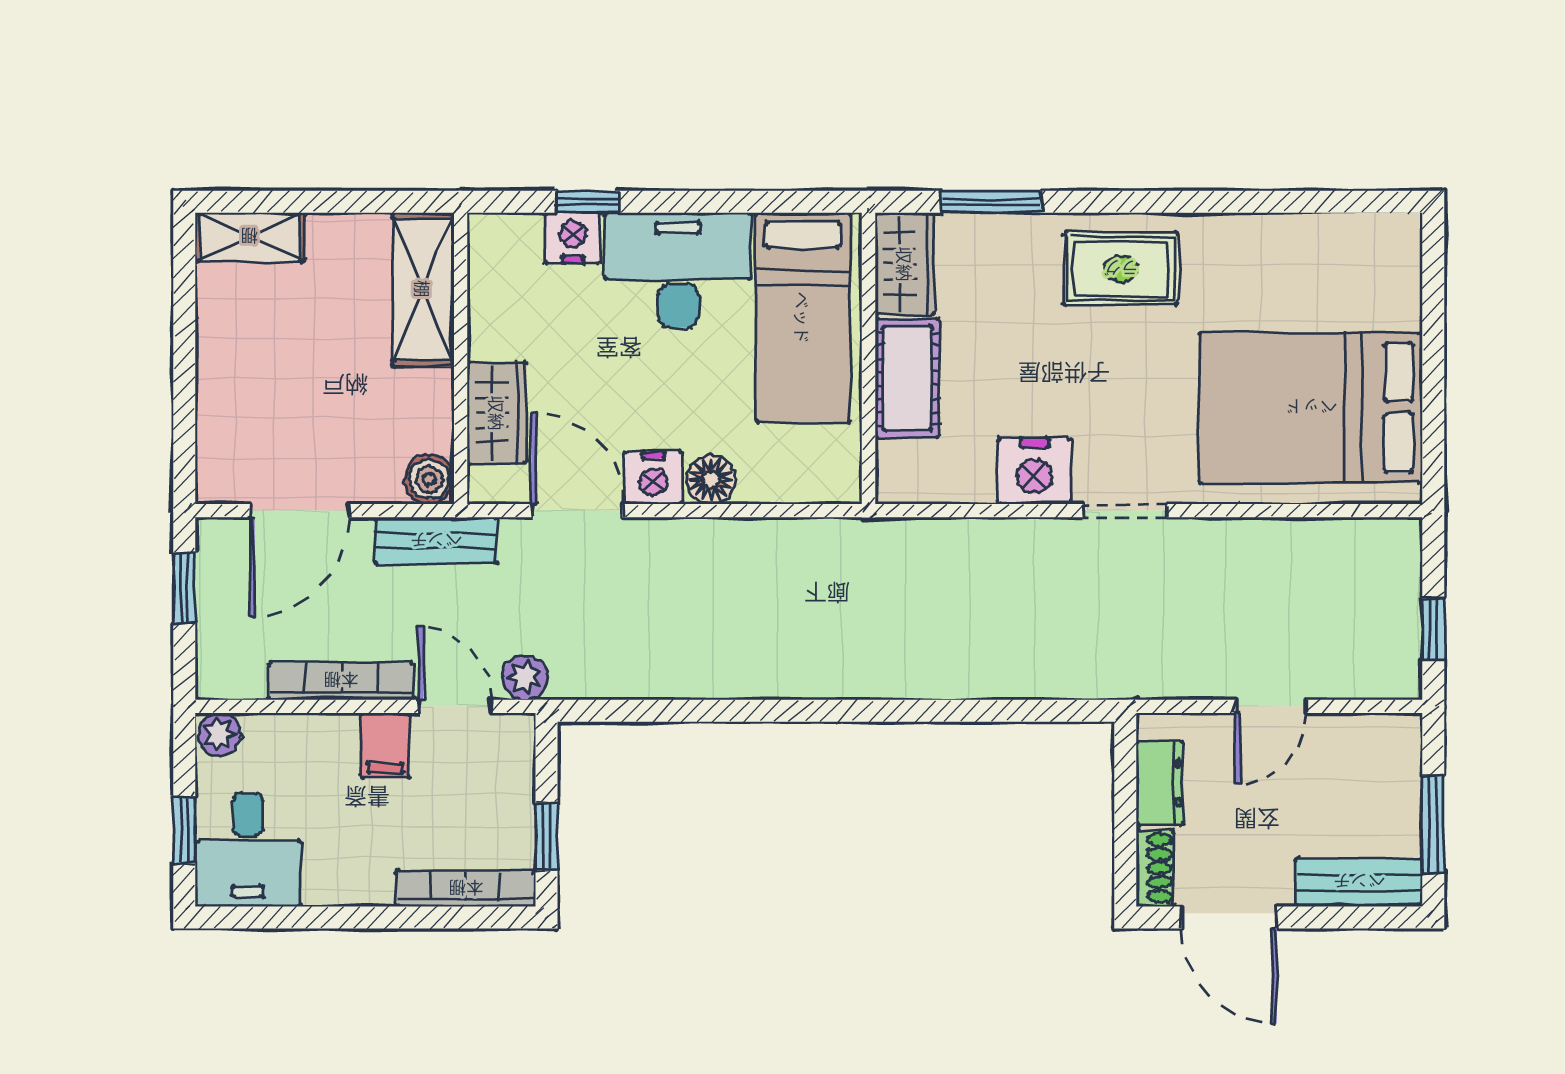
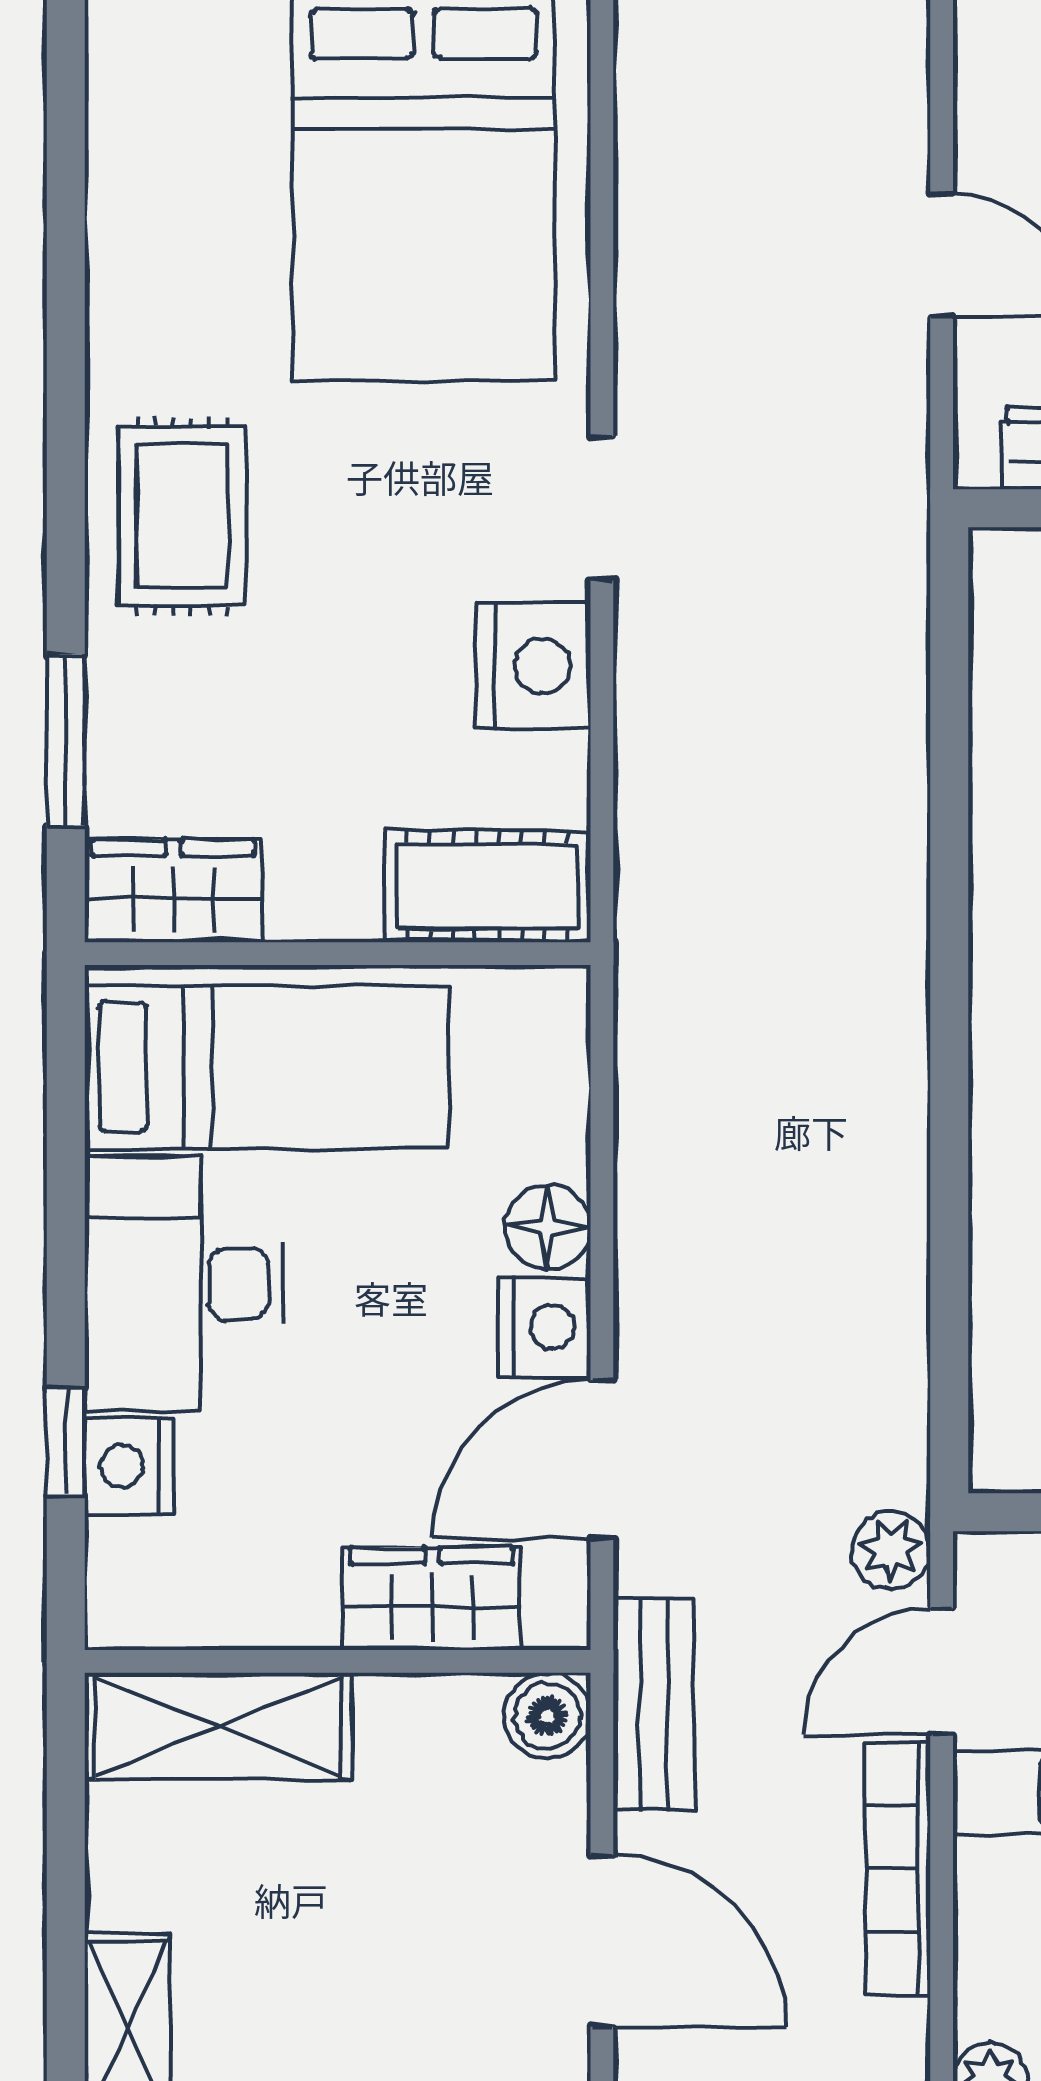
cot: (907, 378) -> (487, 886), moved

